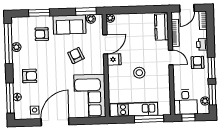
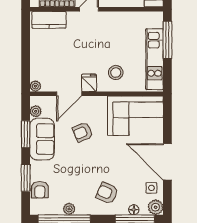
window: (86, 11) -> (26, 134), moved
armchair: (42, 34) -> (40, 190), moved
door: (105, 44) -> (69, 94), swing flipped
stool: (139, 73) -> (116, 73), moved
armchair: (30, 76) -> (107, 193), turned -67
plant: (20, 114) -> (156, 207), added

